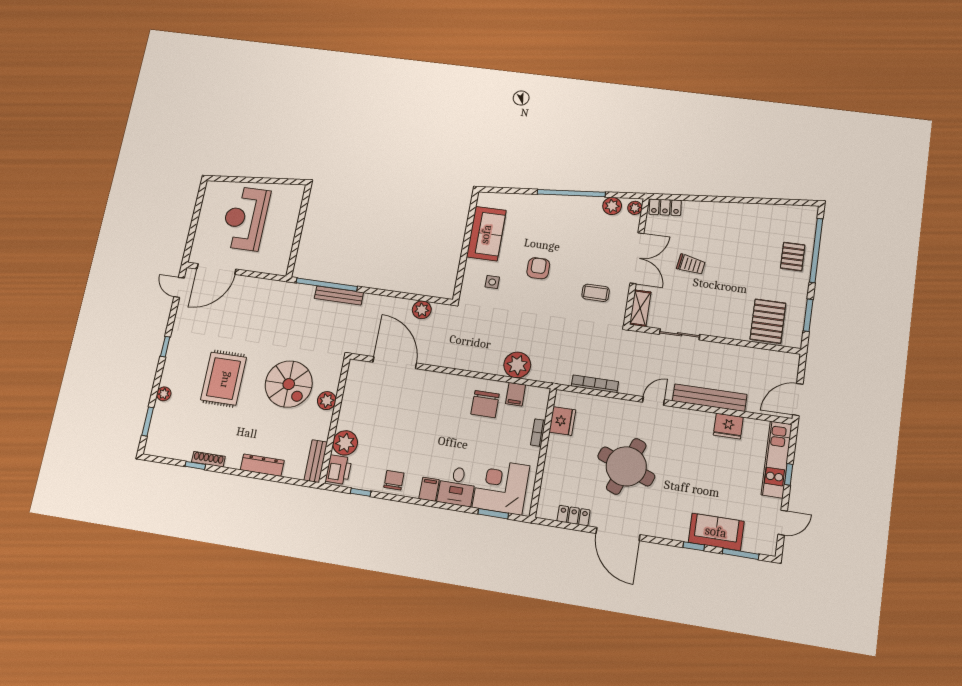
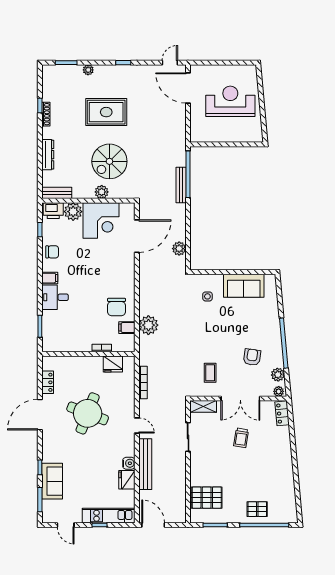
armchair: (538, 268) -> (252, 357), moved, turned -82
chair: (485, 404) -> (117, 307), turned -90
water cooler: (705, 420) -> (129, 463), added
corner desk: (501, 487) -> (101, 220), moved, turned 90

